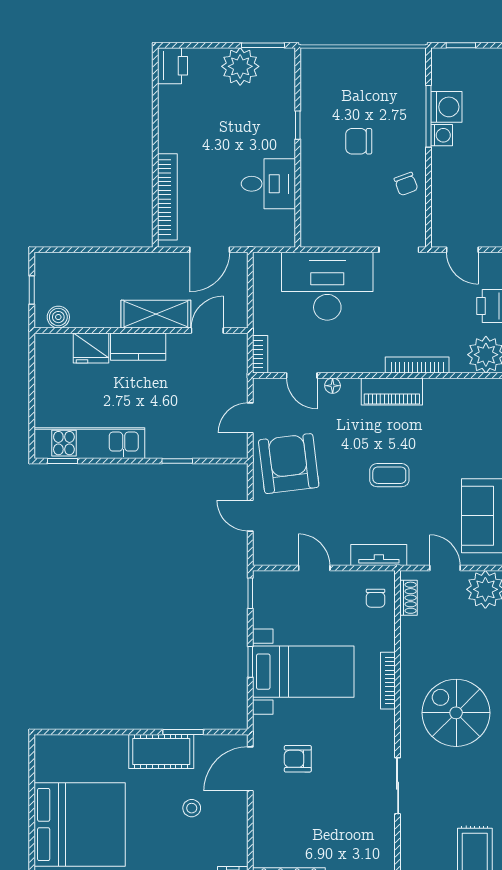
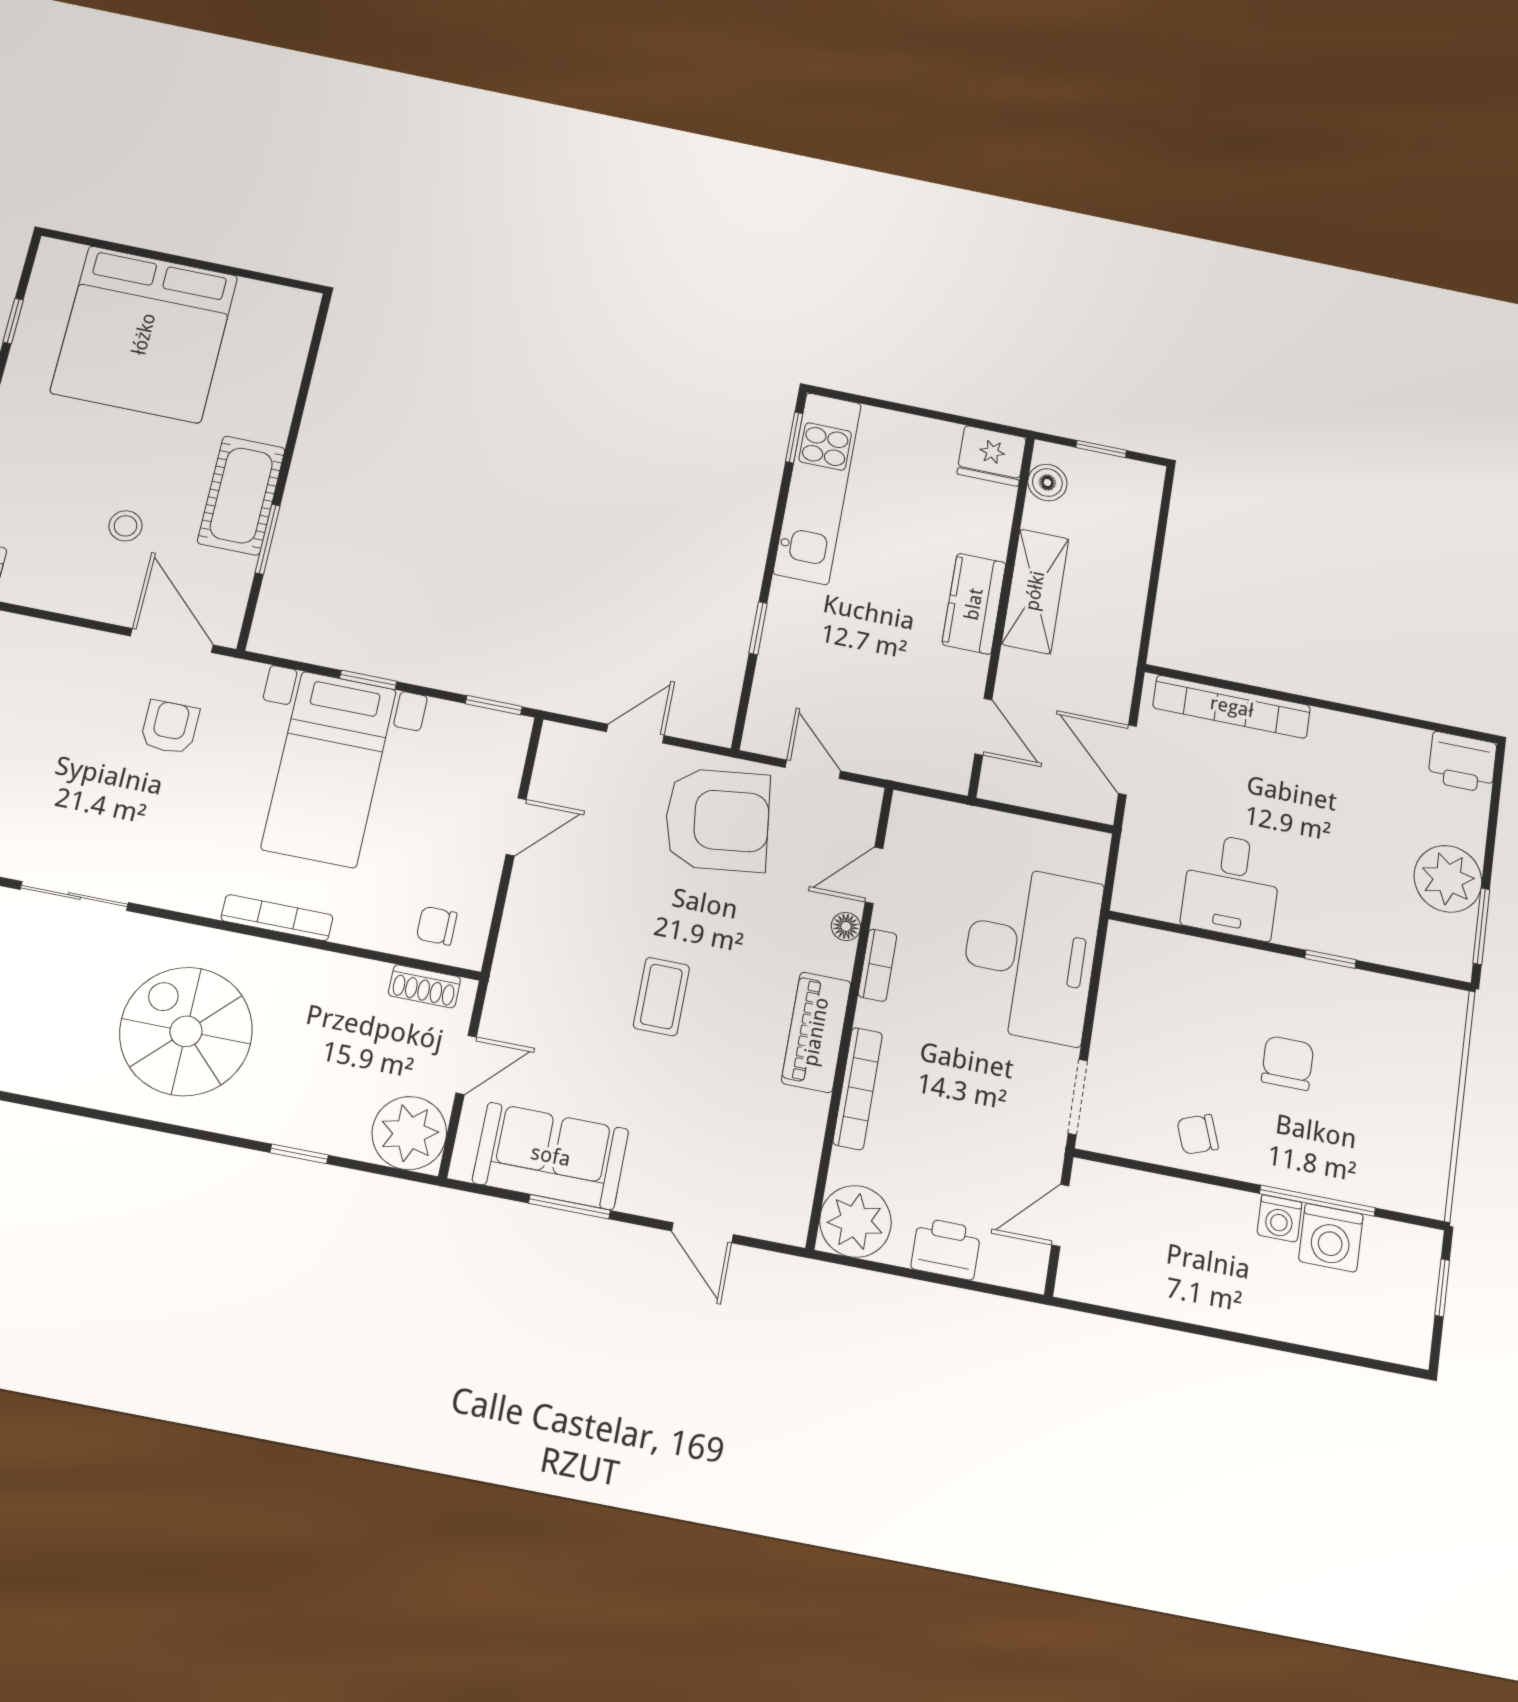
shelving: (156, 314) -> (1035, 591), moved
fridge: (91, 348) -> (992, 456), moved, turned -90
bookcase: (260, 354) -> (878, 965), moved, turned -90
tv unit: (379, 555) -> (516, 948), removed
spiral stairs: (456, 713) -> (186, 1031), turned -90

